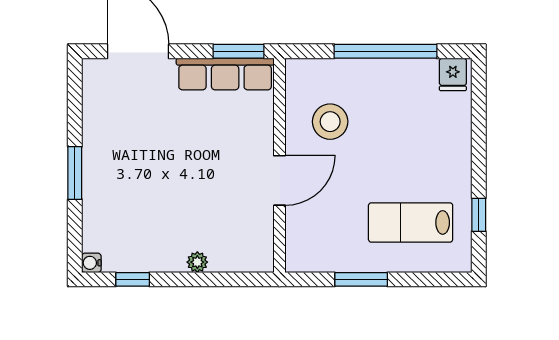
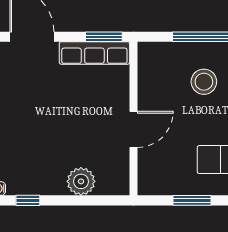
stool: (330, 122) -> (204, 82), moved
plant: (197, 262) -> (81, 181), width x1.87, depth x1.87

